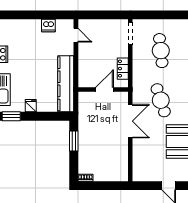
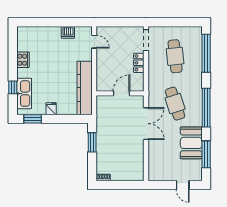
locker: (123, 69) -> (139, 63), moved

